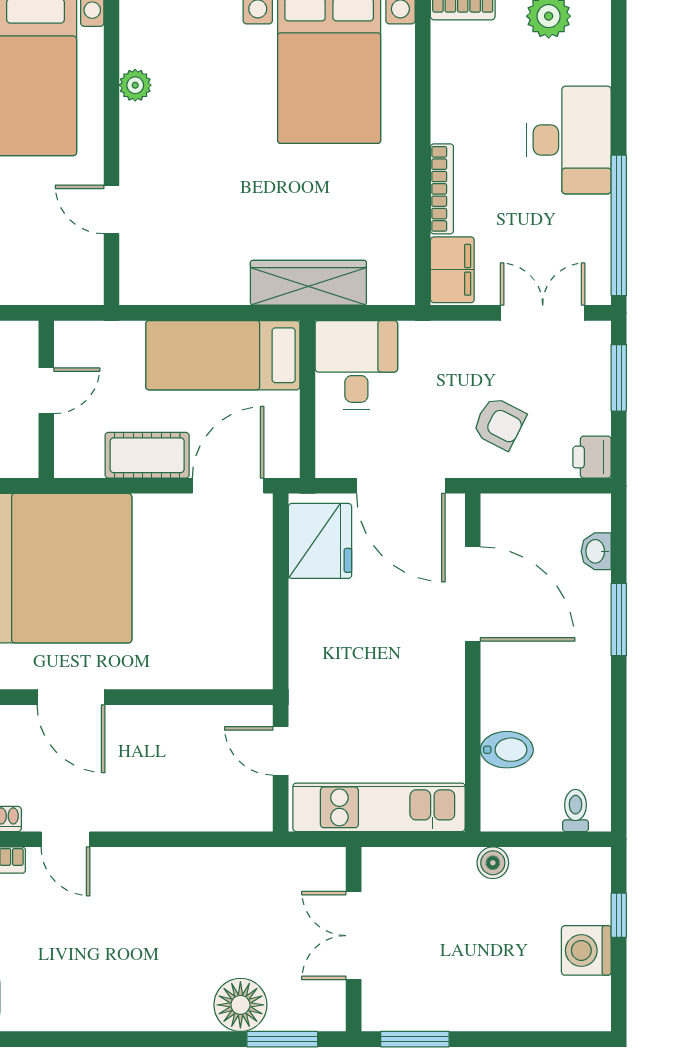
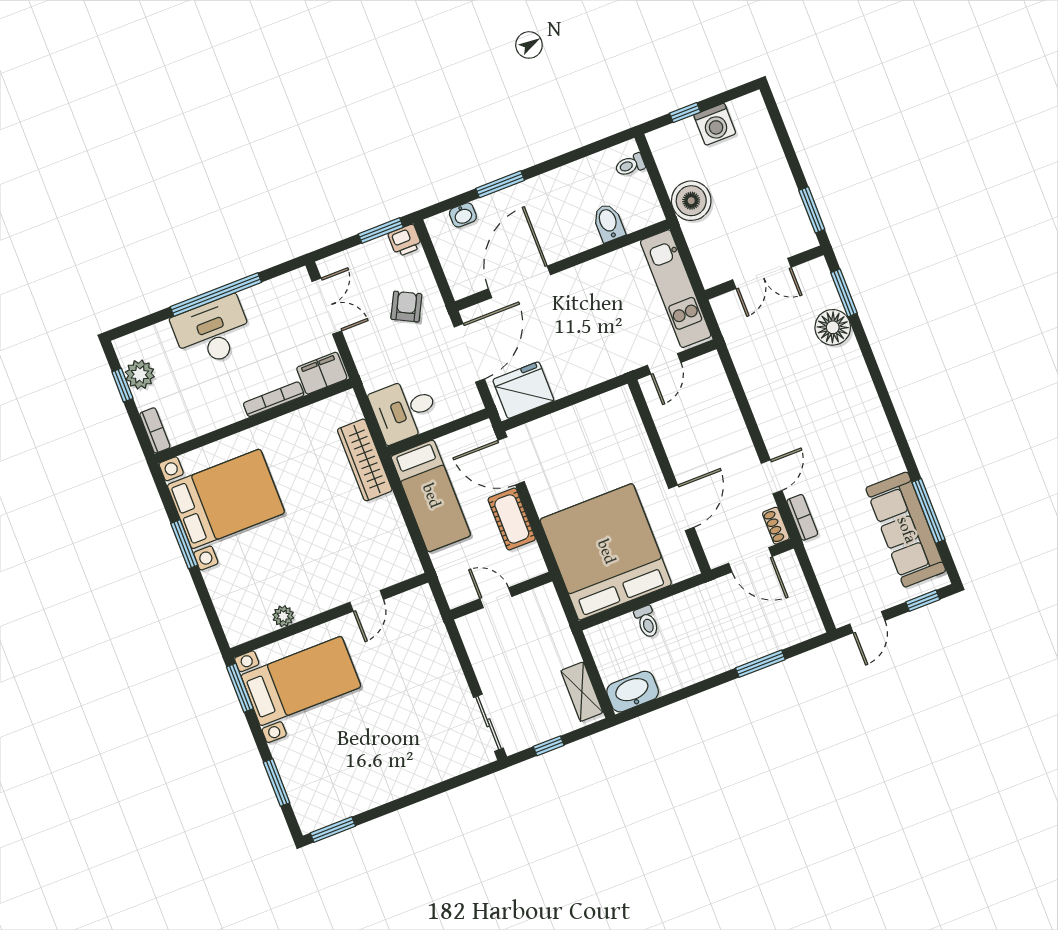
window: (619, 225) -> (216, 294), moved
double door: (543, 313) -> (327, 306), swing flipped
window: (619, 378) -> (381, 231), moved
boiler: (493, 863) -> (691, 201), width x1.86, depth x1.86

